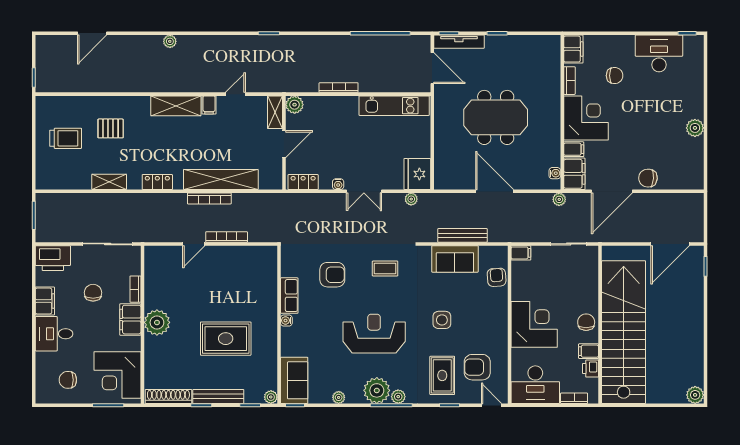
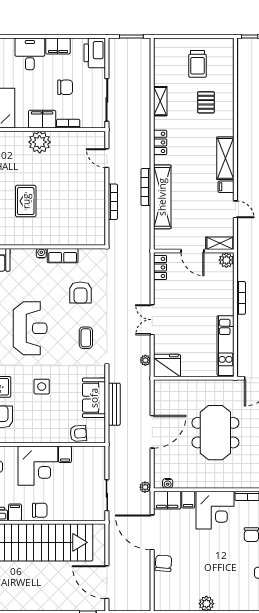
water cooler: (338, 184) -> (158, 298), removed
door: (194, 244) -> (107, 158), moved
filing cabinet: (521, 253) -> (65, 454), moved
rug: (226, 339) -> (26, 201), width x0.73, depth x0.70

